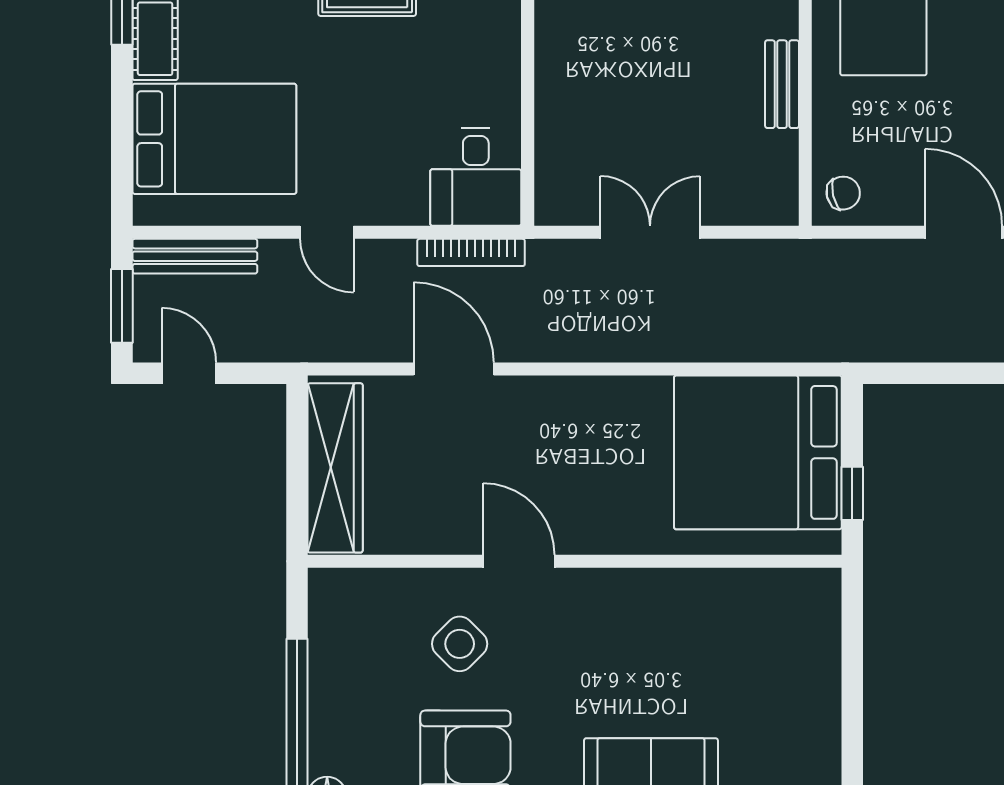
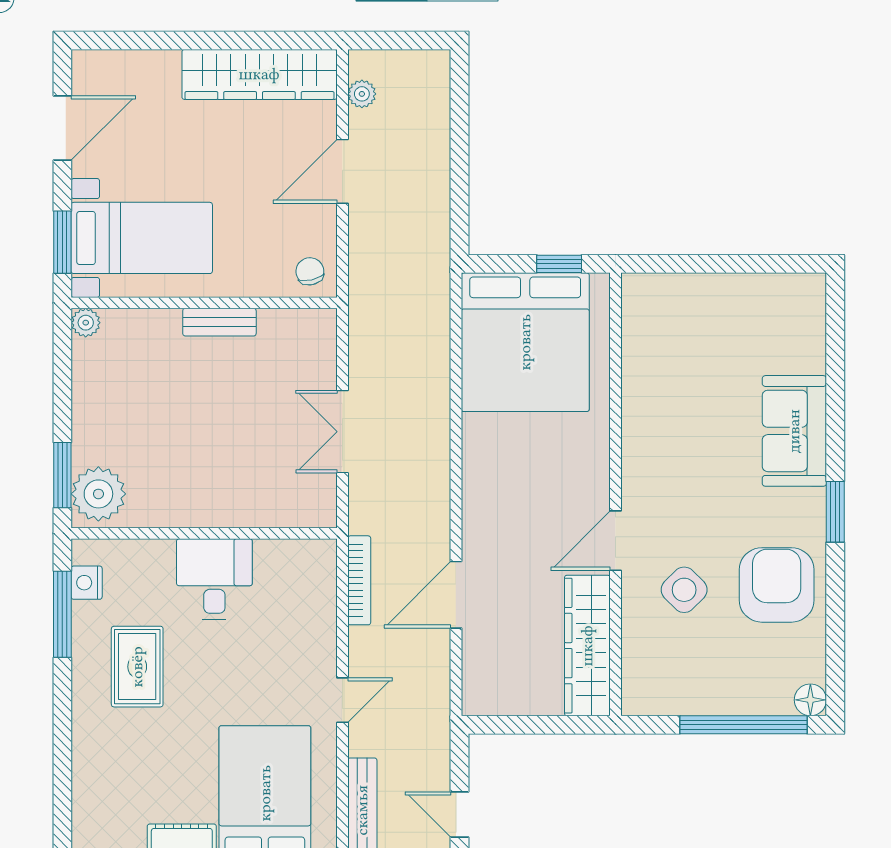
desk: (476, 177) -> (214, 579), moved, turned -90
door: (189, 373) -> (459, 814), hinge flipped
wardrobe: (335, 468) -> (587, 646), moved, turned -90

